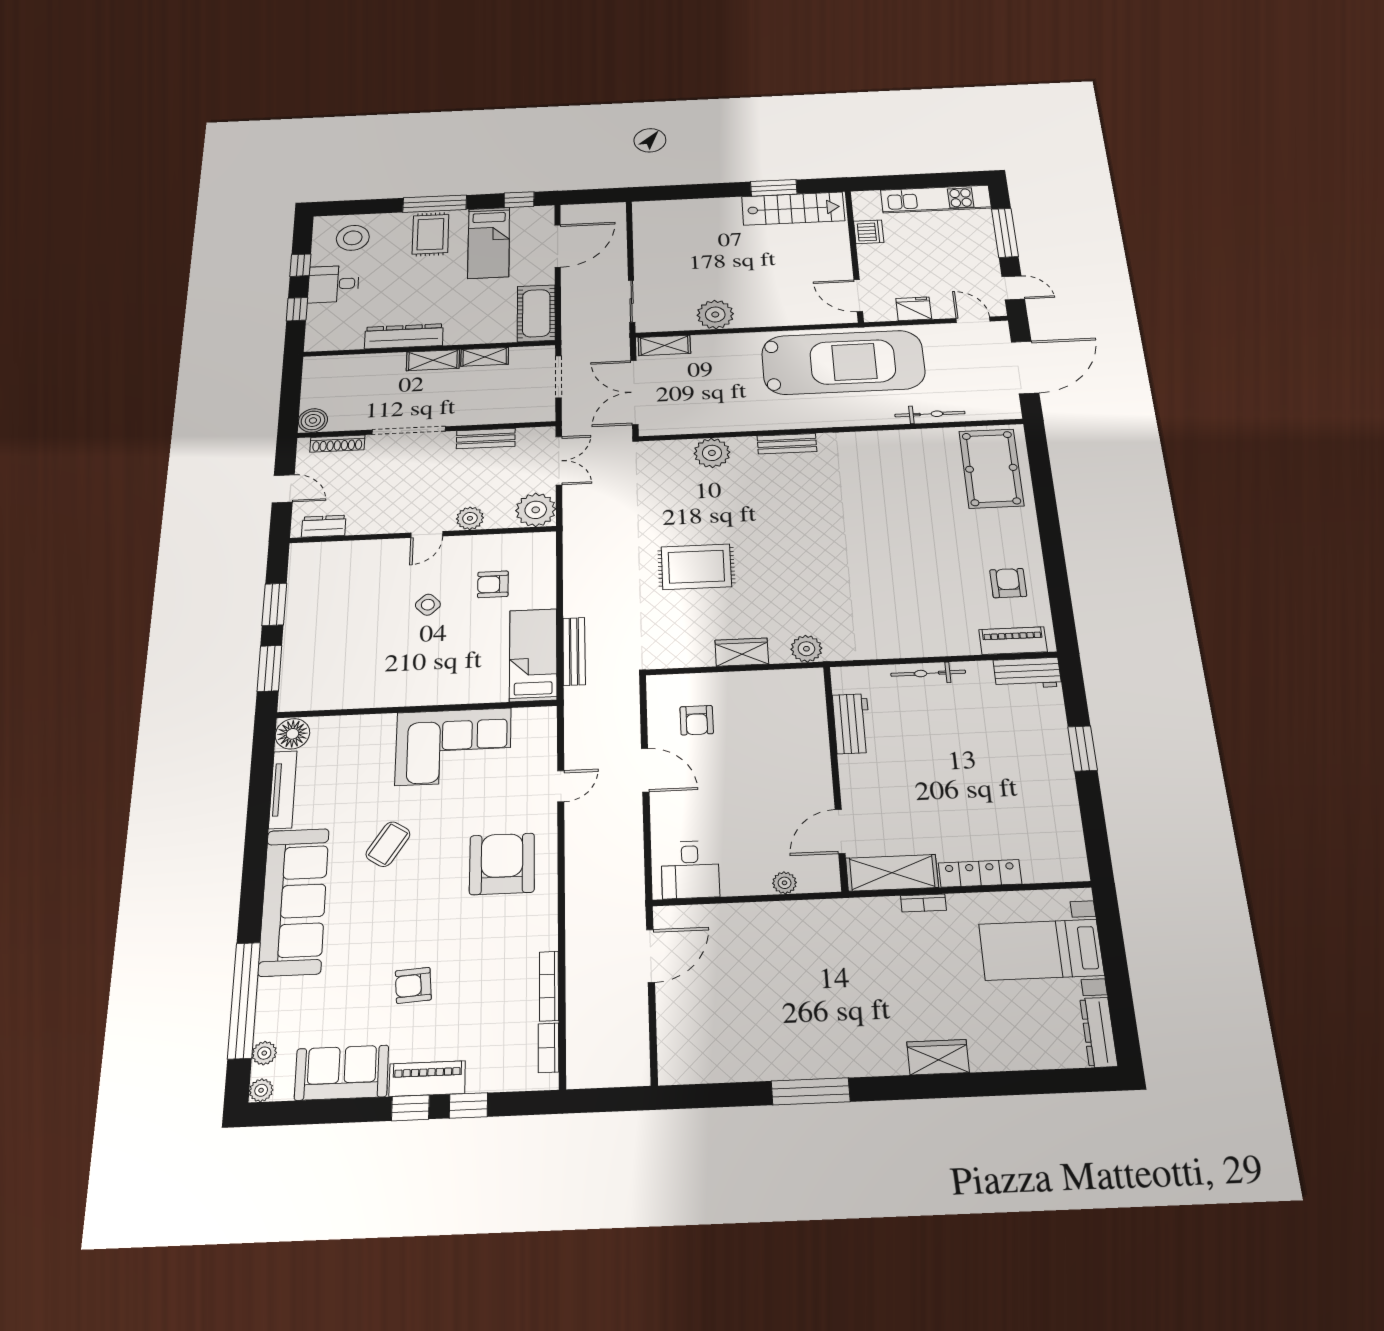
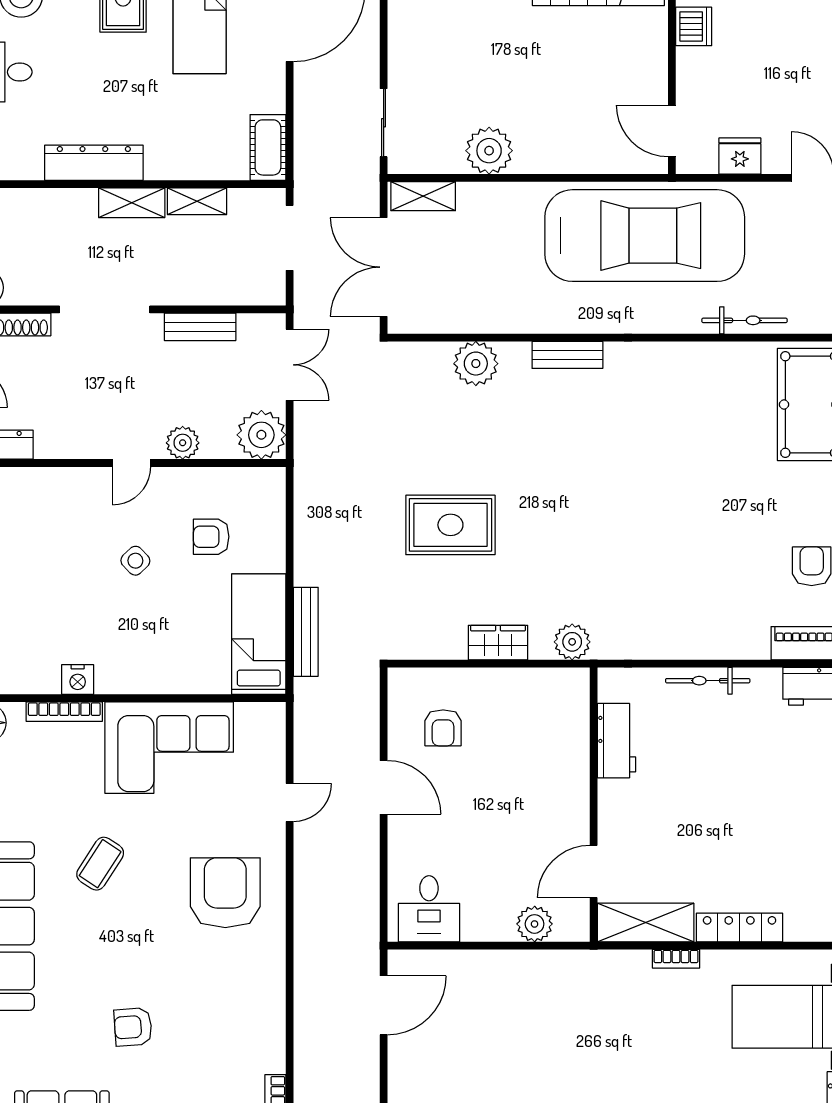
cot: (536, 313) -> (268, 147), width x0.73, depth x0.75
nightstand: (374, 697) -> (78, 679), added
plant: (785, 883) -> (535, 924), width x1.38, depth x1.38
bookcase: (549, 986) -> (64, 712), moved, turned -90

